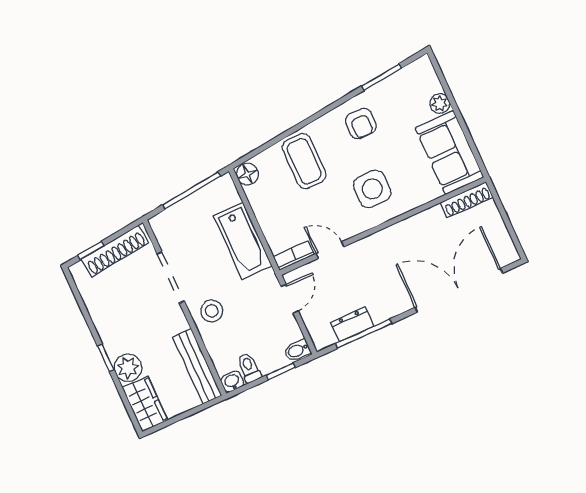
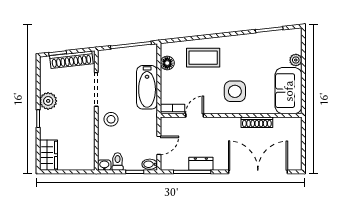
armchair: (361, 124) -> (245, 51), removed
coffee table: (304, 161) -> (203, 58), turned 90
floor lamp: (247, 174) -> (167, 63), moved
shoe rack: (467, 200) -> (257, 122), moved
door: (330, 250) -> (195, 115), hinge flipped
door: (290, 299) -> (159, 145), moved
dresser: (352, 324) -> (201, 164), moved
bench: (197, 366) -> (88, 147), removed
plant: (128, 368) -> (48, 101), moved

